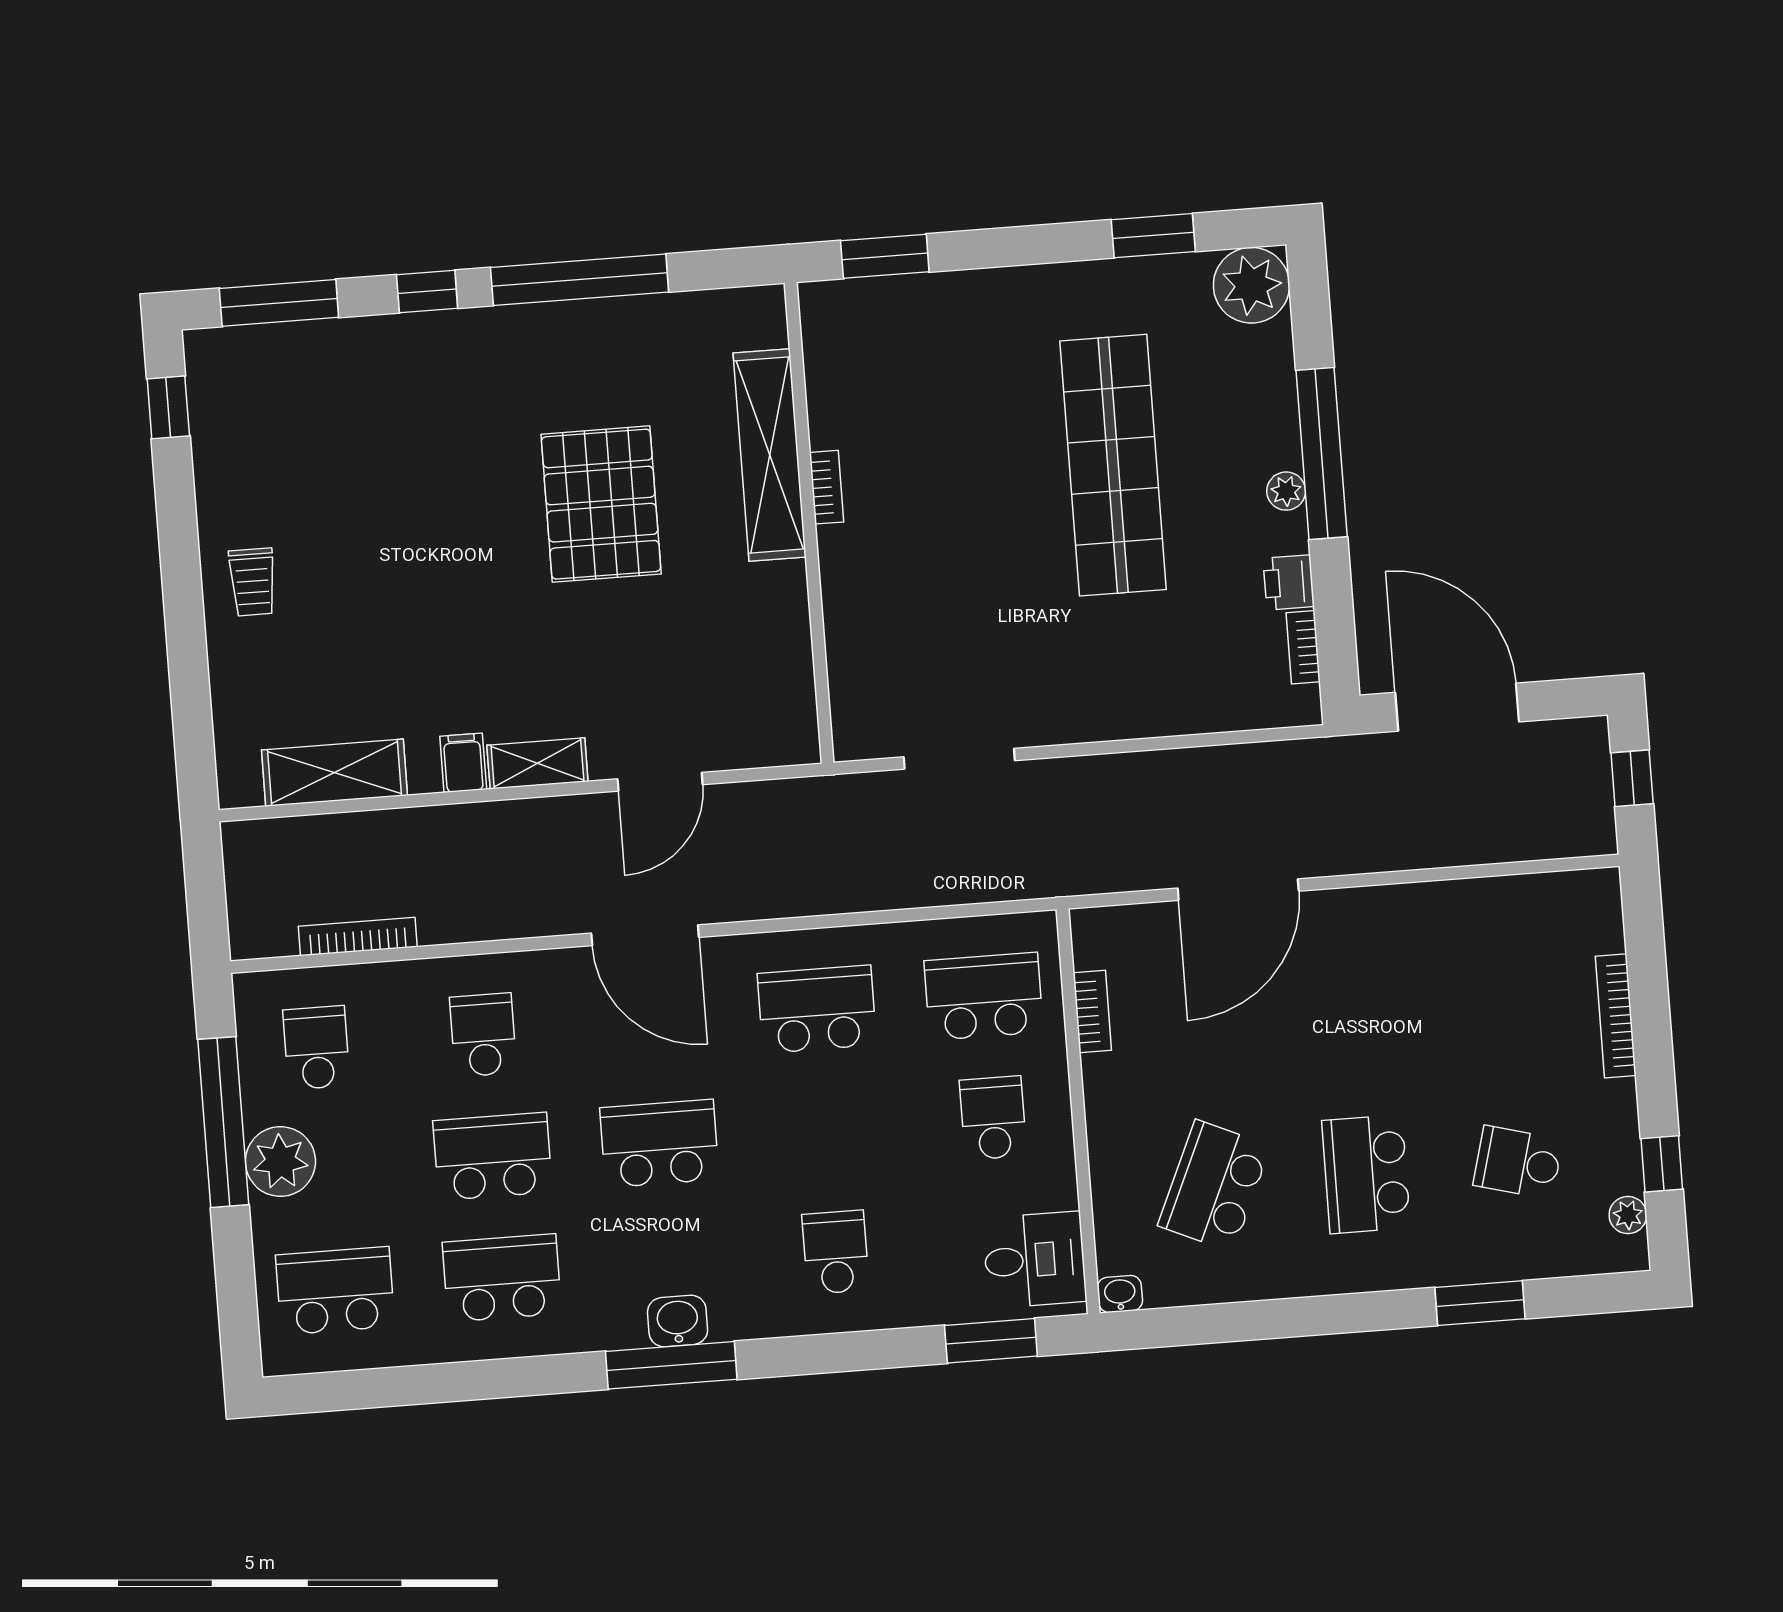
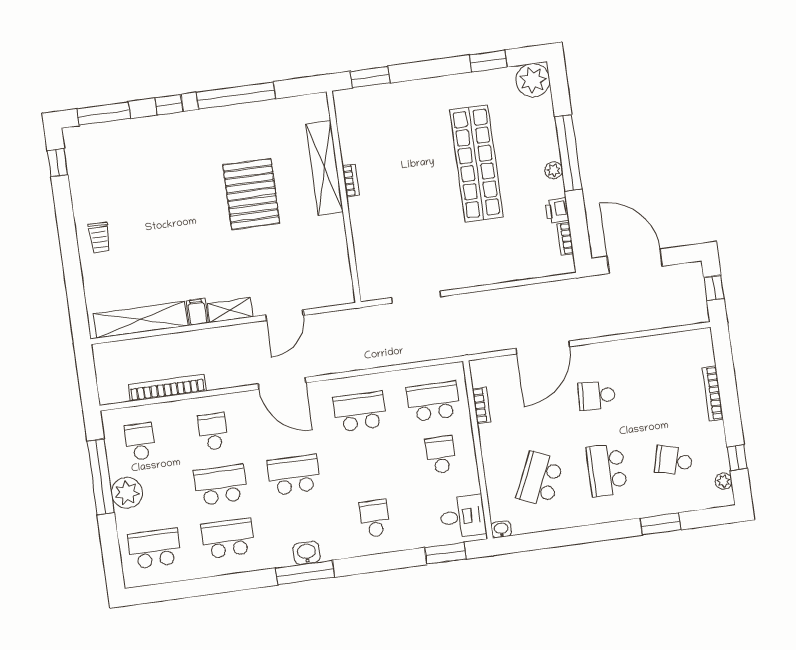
shelving: (334, 773) -> (141, 320), width x1.47
bookcase: (358, 937) -> (167, 388), width x1.48, depth x1.31
school desk: (1353, 1005) -> (597, 396), added

